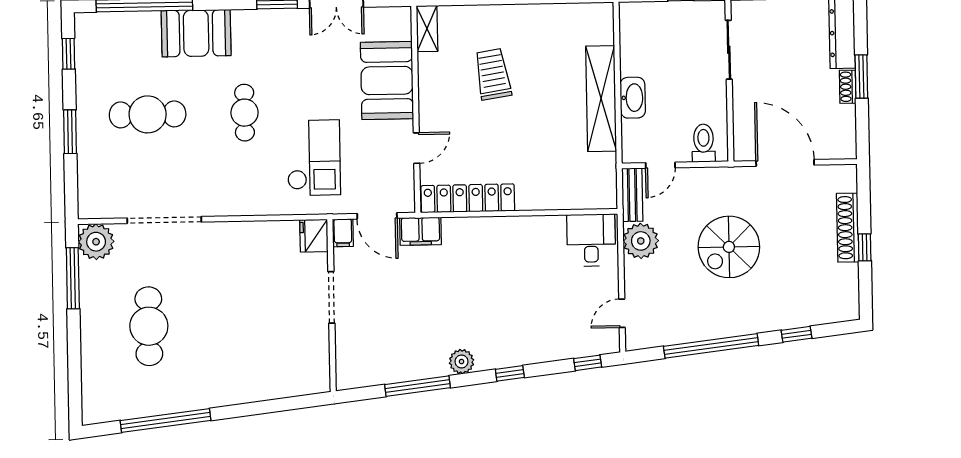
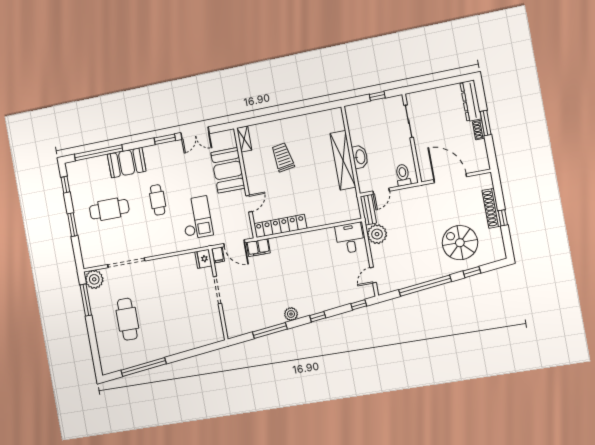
spiral stairs: (729, 247) -> (460, 243), moved, turned 90

